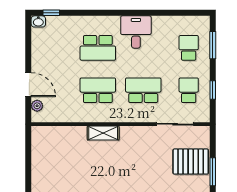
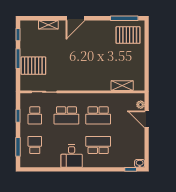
school desk: (189, 48) -> (35, 145), turned 180
shelving: (103, 133) -> (122, 86), moved

